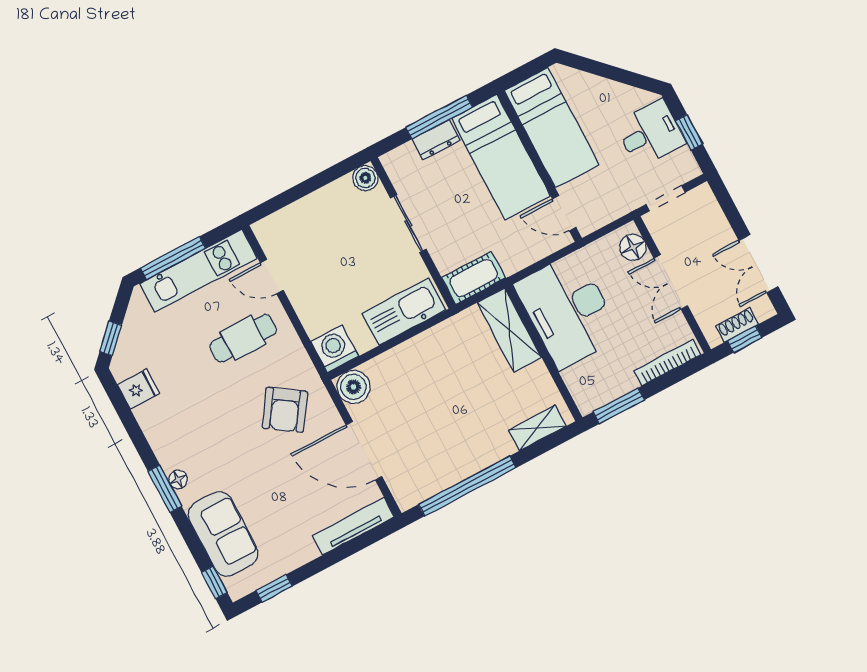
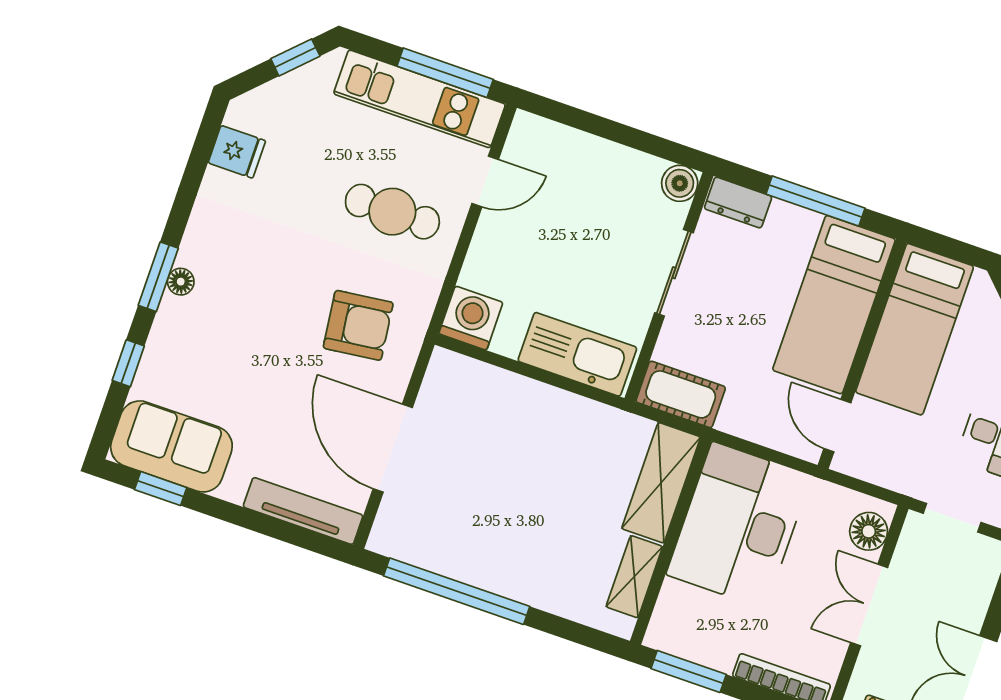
dresser: (436, 140) -> (738, 202), moved
window: (173, 258) -> (445, 73), moved
door: (272, 277) -> (485, 182), swing flipped
window: (111, 338) -> (295, 57), moved
boiler: (353, 387) -> (449, 375), removed
armchair: (285, 410) -> (358, 325), turned -131
shelving: (537, 428) -> (634, 577), moved, turned 90
sofa: (223, 534) -> (171, 446), moved, turned -90
window: (214, 582) -> (128, 363), moved

